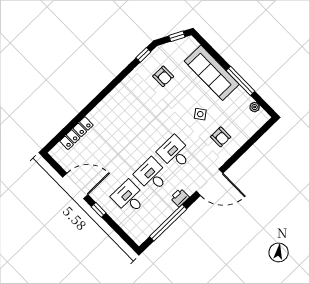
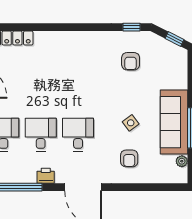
sofa: (212, 73) -> (174, 122), moved

